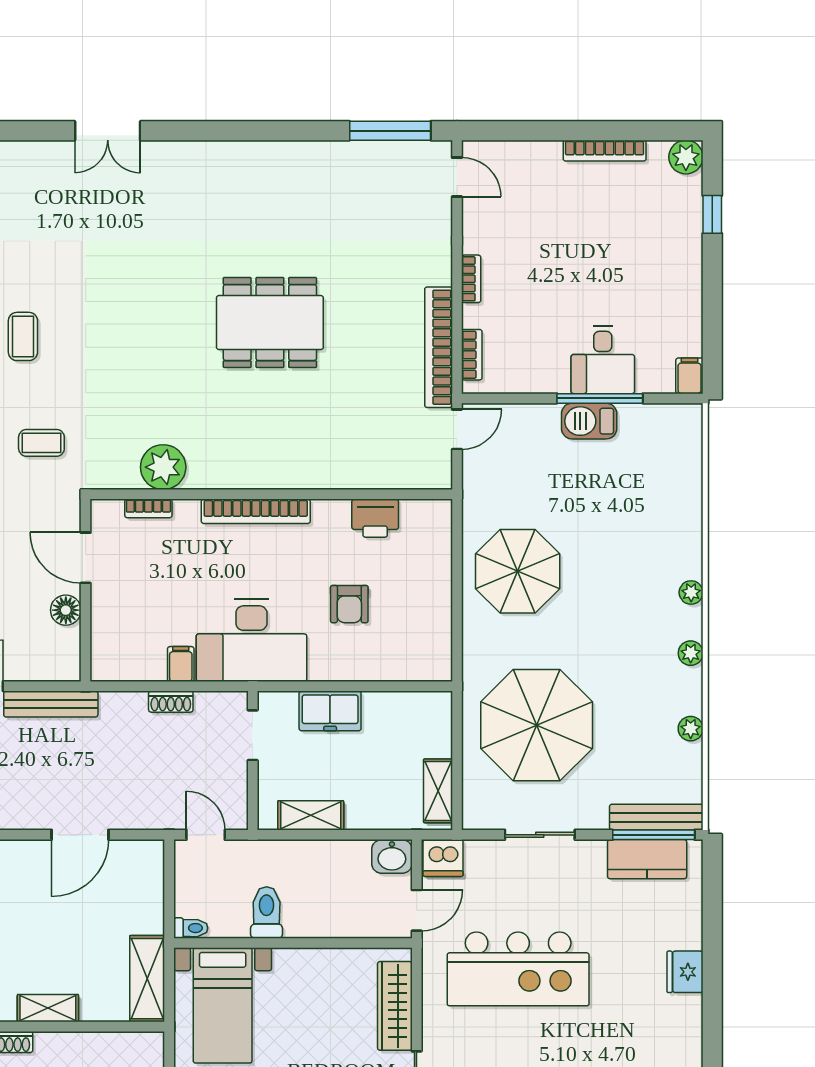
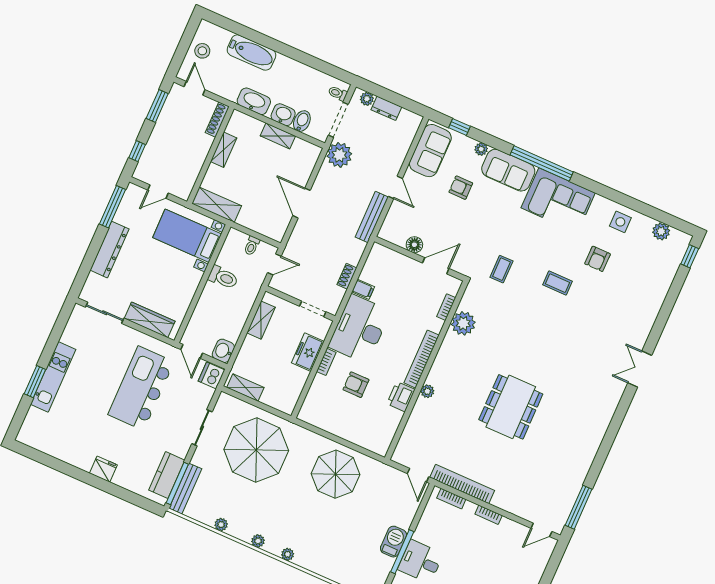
plant: (306, 477) -> (427, 391), added
printer: (375, 518) -> (401, 397), moved
bookcase: (333, 672) -> (326, 362), added
toilet: (191, 928) -> (252, 246), moved

